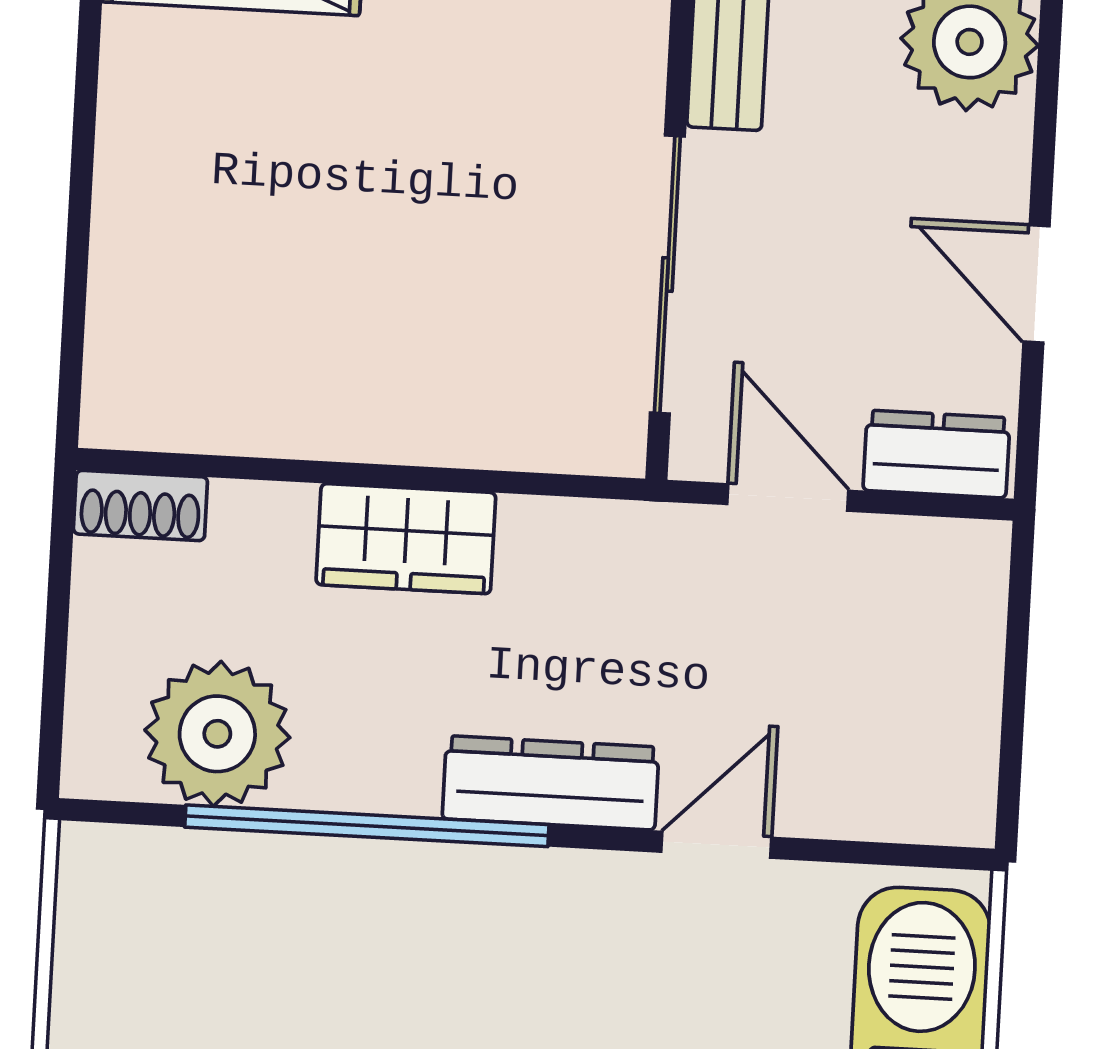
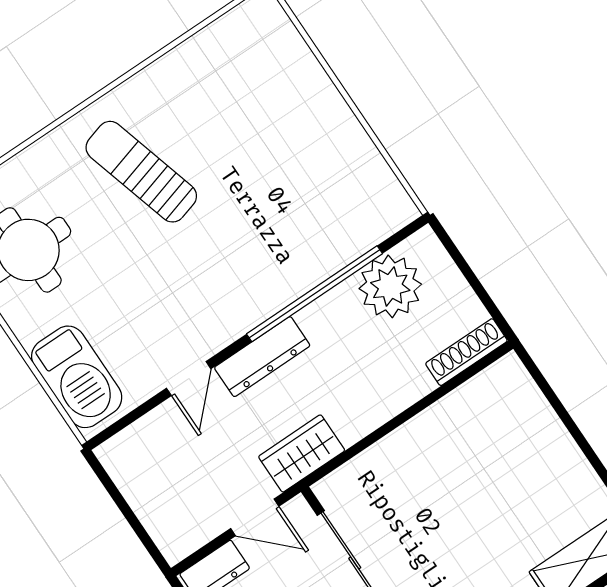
shoe rack: (140, 505) -> (466, 352), width x1.43
wardrobe: (406, 539) -> (302, 453), moved

